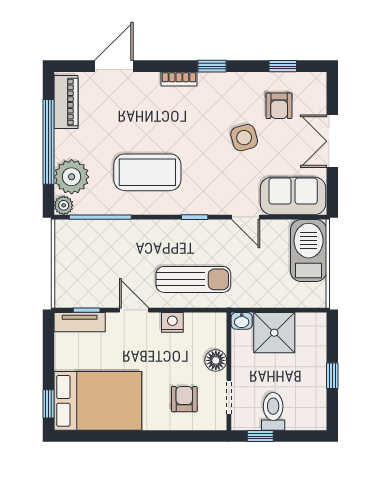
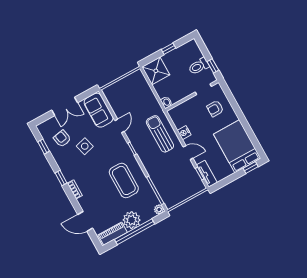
armchair: (279, 106) -> (62, 139), turned -101
plant: (72, 177) -> (132, 220), moved
barbecue: (309, 251) -> (119, 90), removed
door: (134, 310) -> (188, 153), swing flipped
shower: (274, 333) -> (156, 71), moved
floor lamp: (216, 360) -> (190, 104), removed

